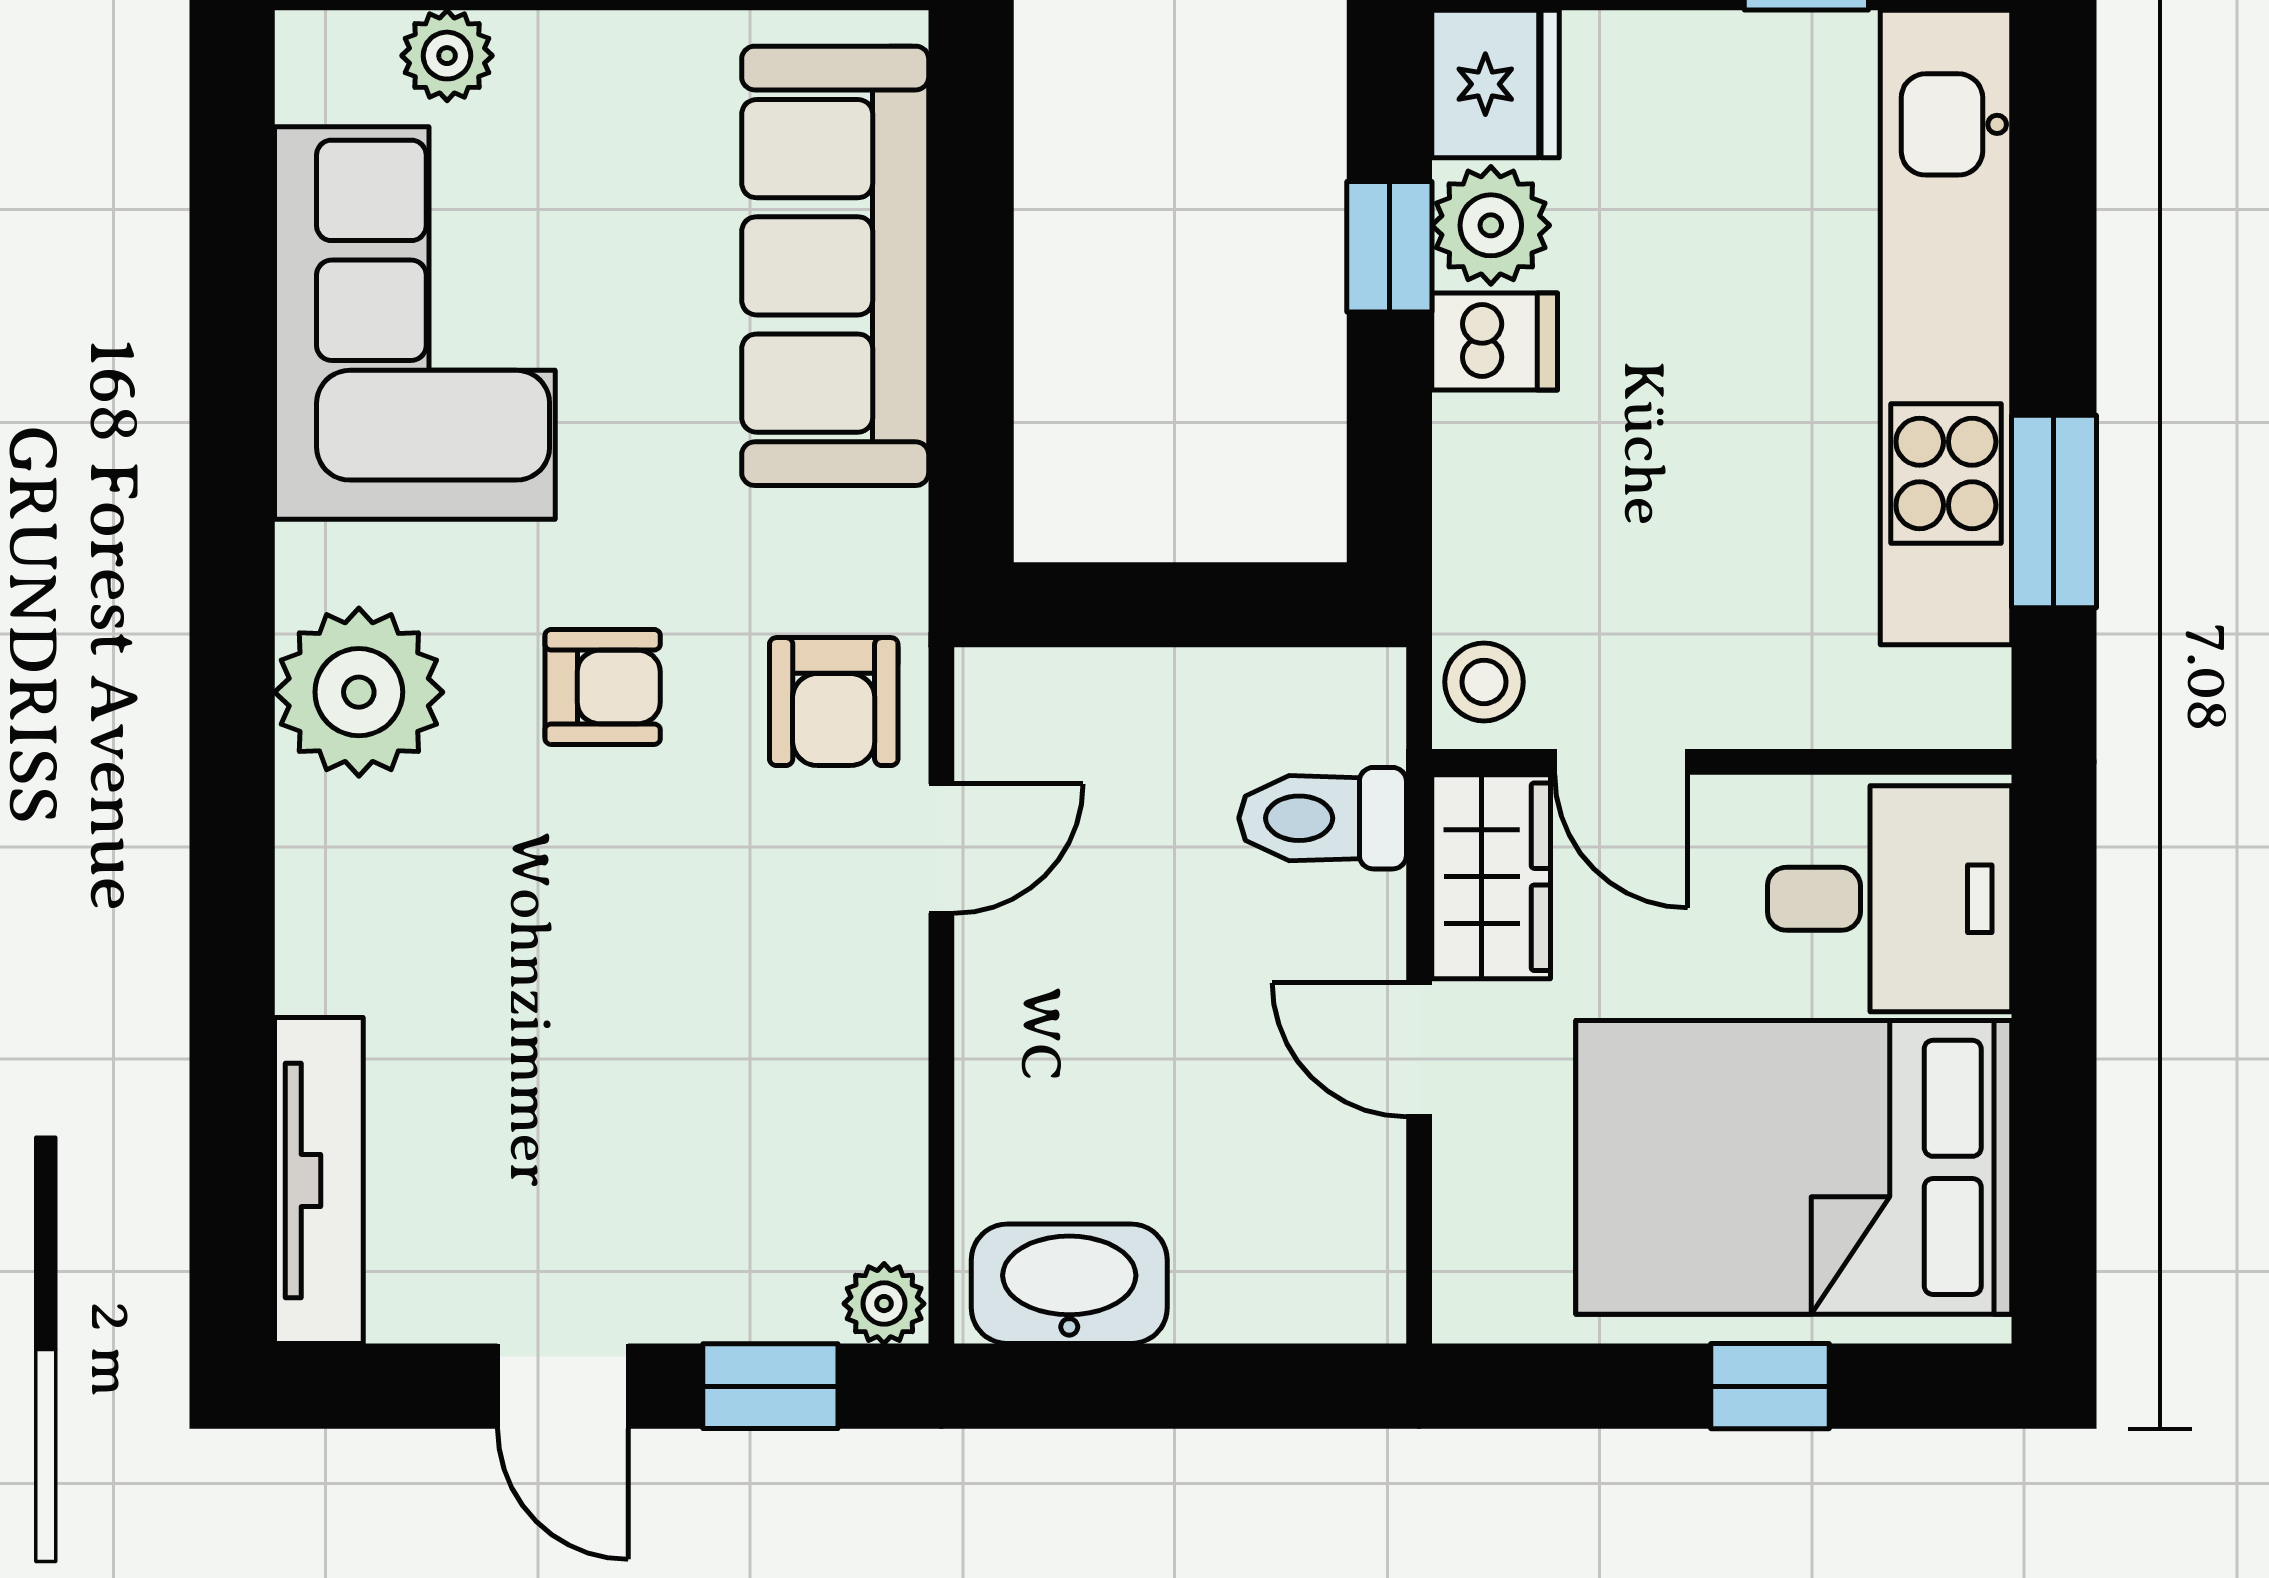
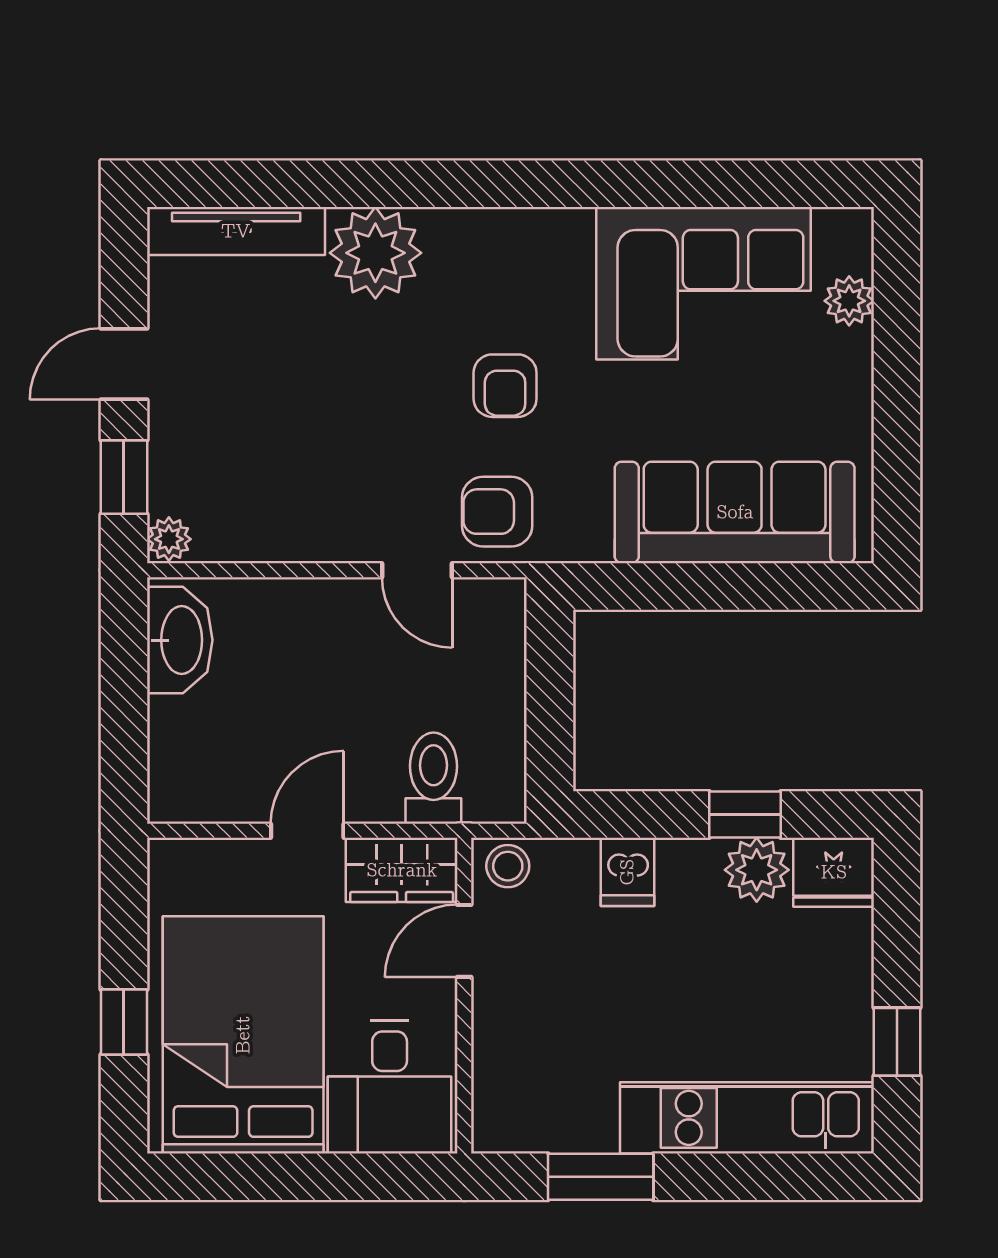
kitchen unit: (1946, 328) -> (747, 1118), width x0.73
dishwasher: (1495, 341) -> (627, 872), moved
plant: (359, 692) -> (375, 253), moved

